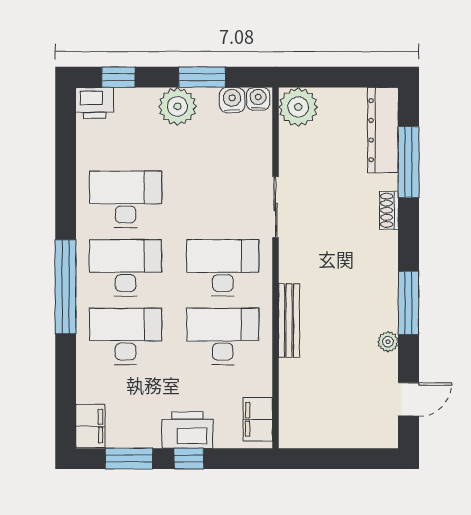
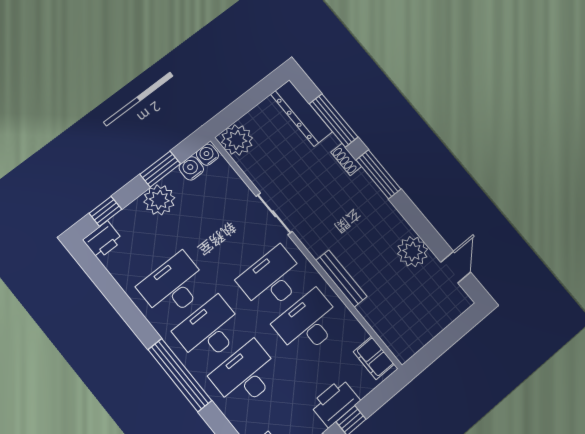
window: (409, 303) -> (379, 174), moved
plant: (388, 342) -> (412, 252), width x1.88, depth x1.88

